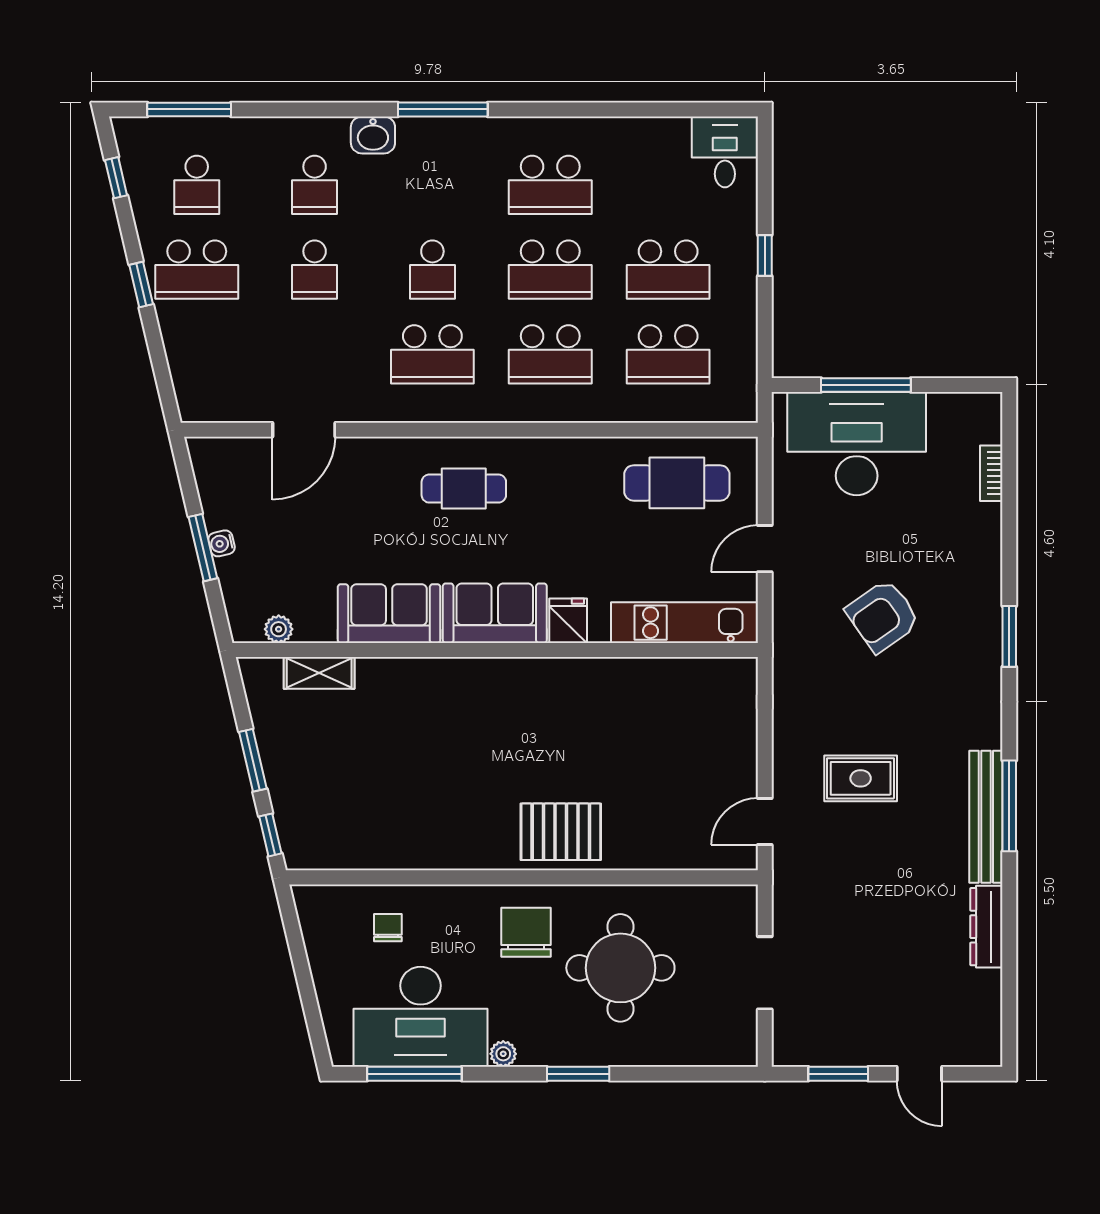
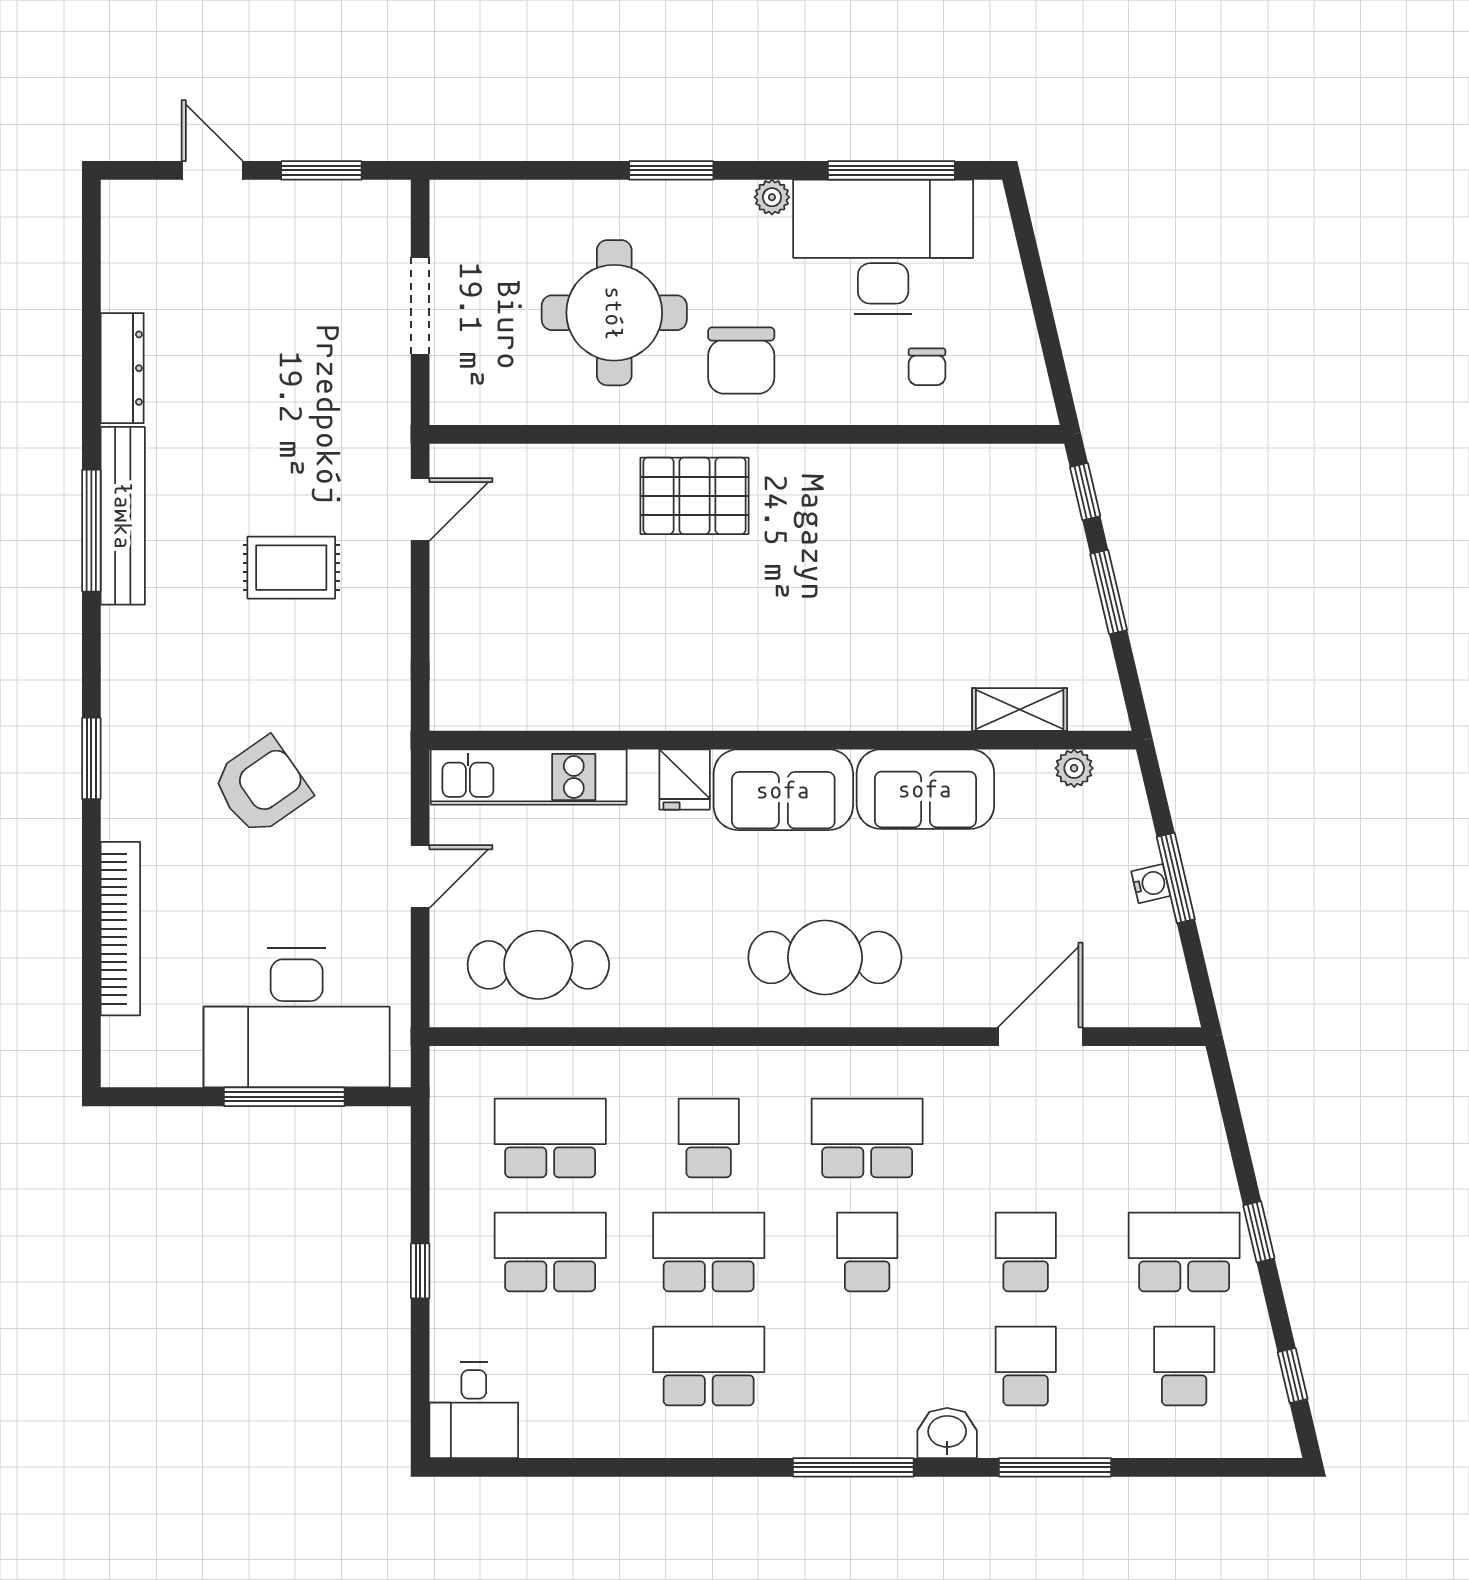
window: (189, 109) -> (1055, 1467), moved
school desk: (550, 354) -> (709, 1138), width x0.54
bookcase: (991, 473) -> (120, 929), width x2.31, depth x1.31
cafe table: (464, 489) -> (825, 957), width x1.37, depth x1.35

